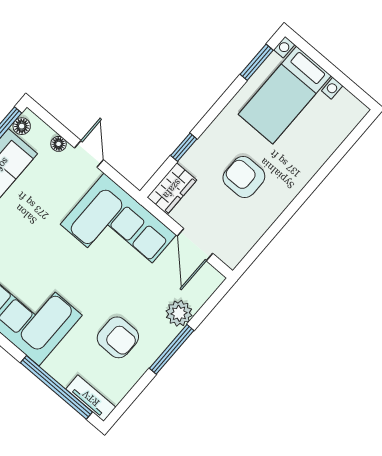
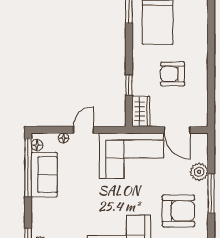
door: (89, 154) -> (83, 130), hinge flipped
armchair: (118, 337) -> (178, 211), width x1.36, depth x1.36

